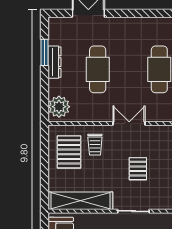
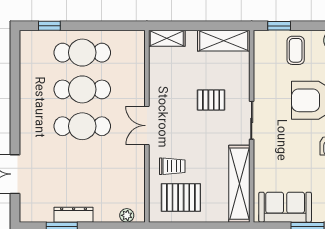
cafe table: (98, 69) -> (82, 126), moved
plant: (59, 107) -> (127, 215), width x0.53, depth x0.53
pallet: (138, 169) -> (211, 100), moved

